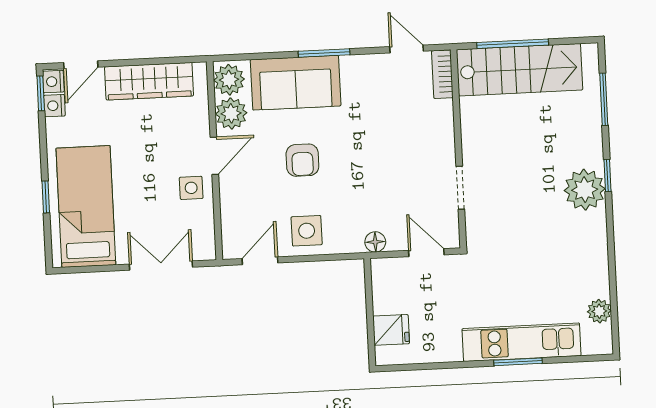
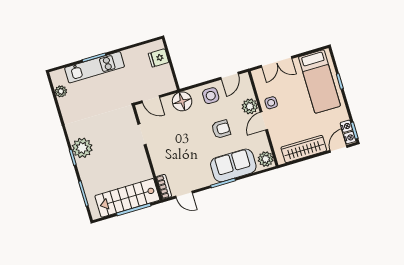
plant: (231, 113) -> (250, 106), moved
armchair: (302, 160) -> (221, 129), turned 90
floor lamp: (375, 242) -> (182, 101), width x1.89, depth x1.89

